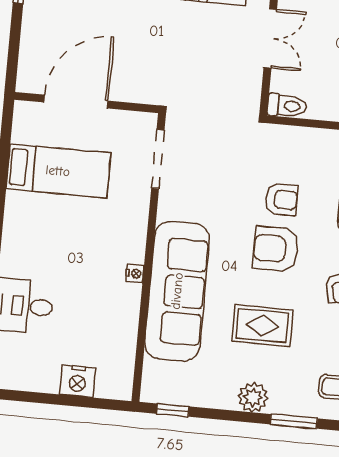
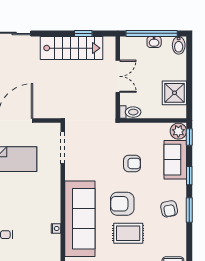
armchair: (276, 249) -> (122, 204), moved
nightstand: (135, 274) -> (56, 229), moved

